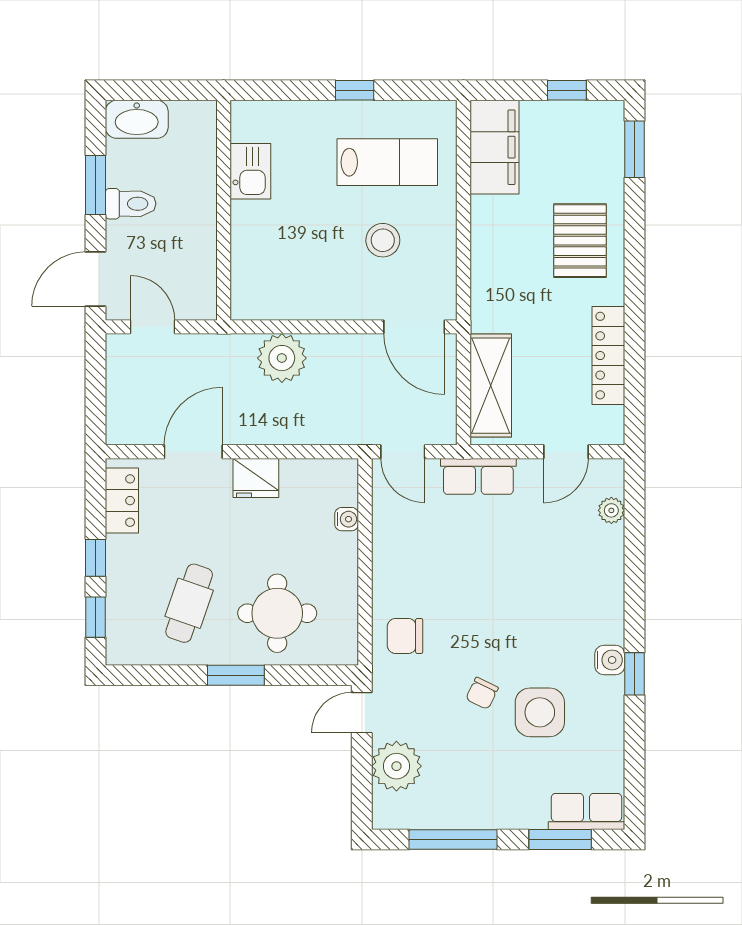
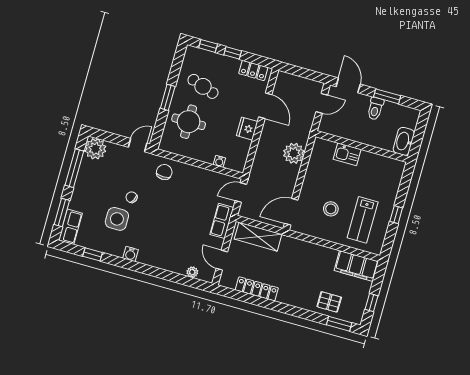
washbasin: (137, 119) -> (404, 141), moved
kitchen sink: (250, 171) -> (347, 154), moved
pallet: (580, 241) -> (329, 302), moved, width x0.67, depth x0.71
window: (634, 674) -> (93, 254), moved
door: (362, 713) -> (138, 145), hinge flipped
plant: (396, 766) -> (95, 149), moved

